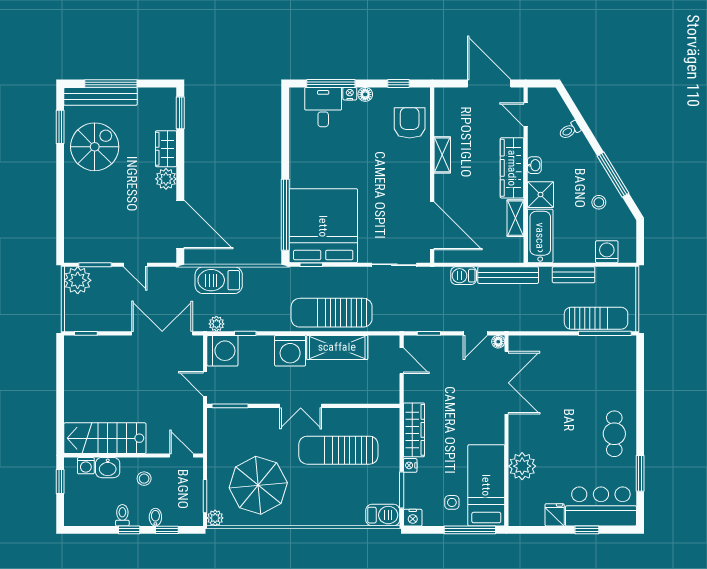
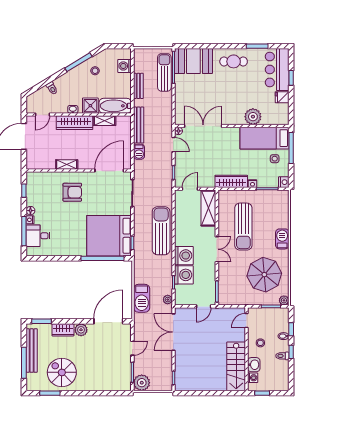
bench: (100, 96) -> (32, 351), moved
armchair: (410, 123) -> (72, 192), moved, turned 180
sun lounger: (332, 313) -> (161, 231), turned 180
shelving: (337, 347) -> (208, 208), moved
washing machine: (222, 351) -> (184, 275), moved, turned 90
booth: (615, 367) -> (193, 61), added
barbecue: (383, 515) -> (282, 239), moved

